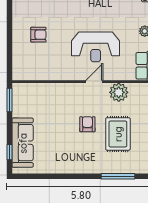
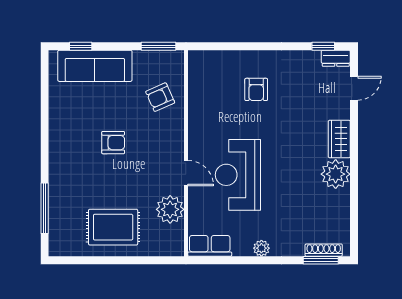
armchair: (44, 99) -> (160, 97), added
armchair: (87, 124) -> (113, 143), moved
rug: (118, 134) -> (113, 227), moved

